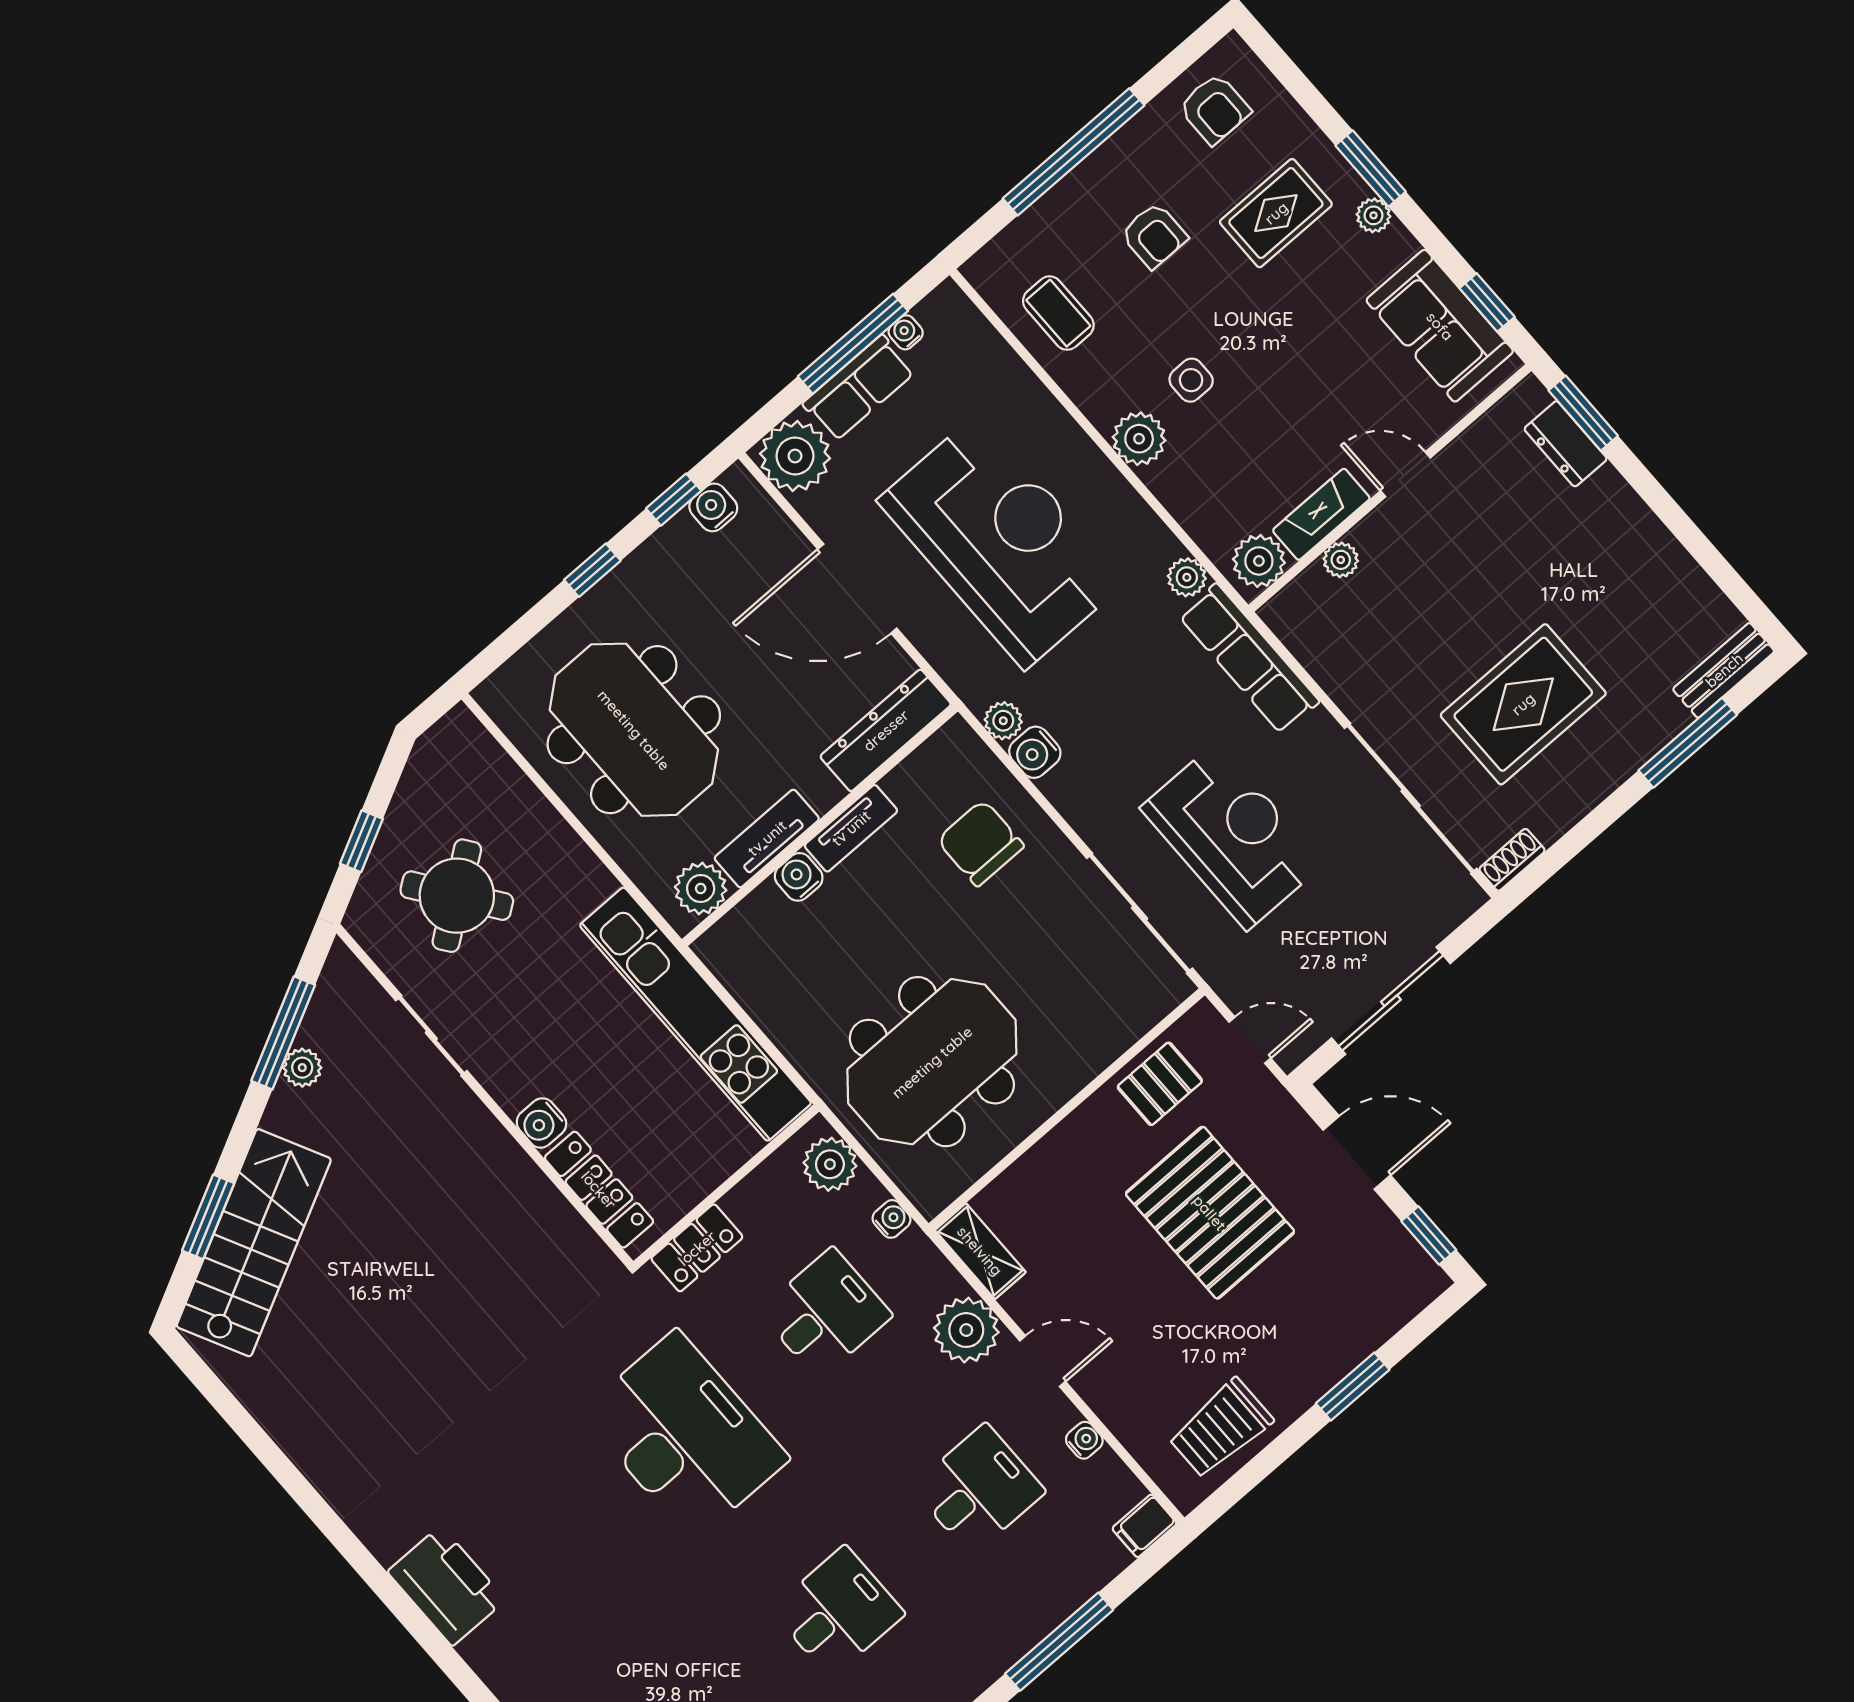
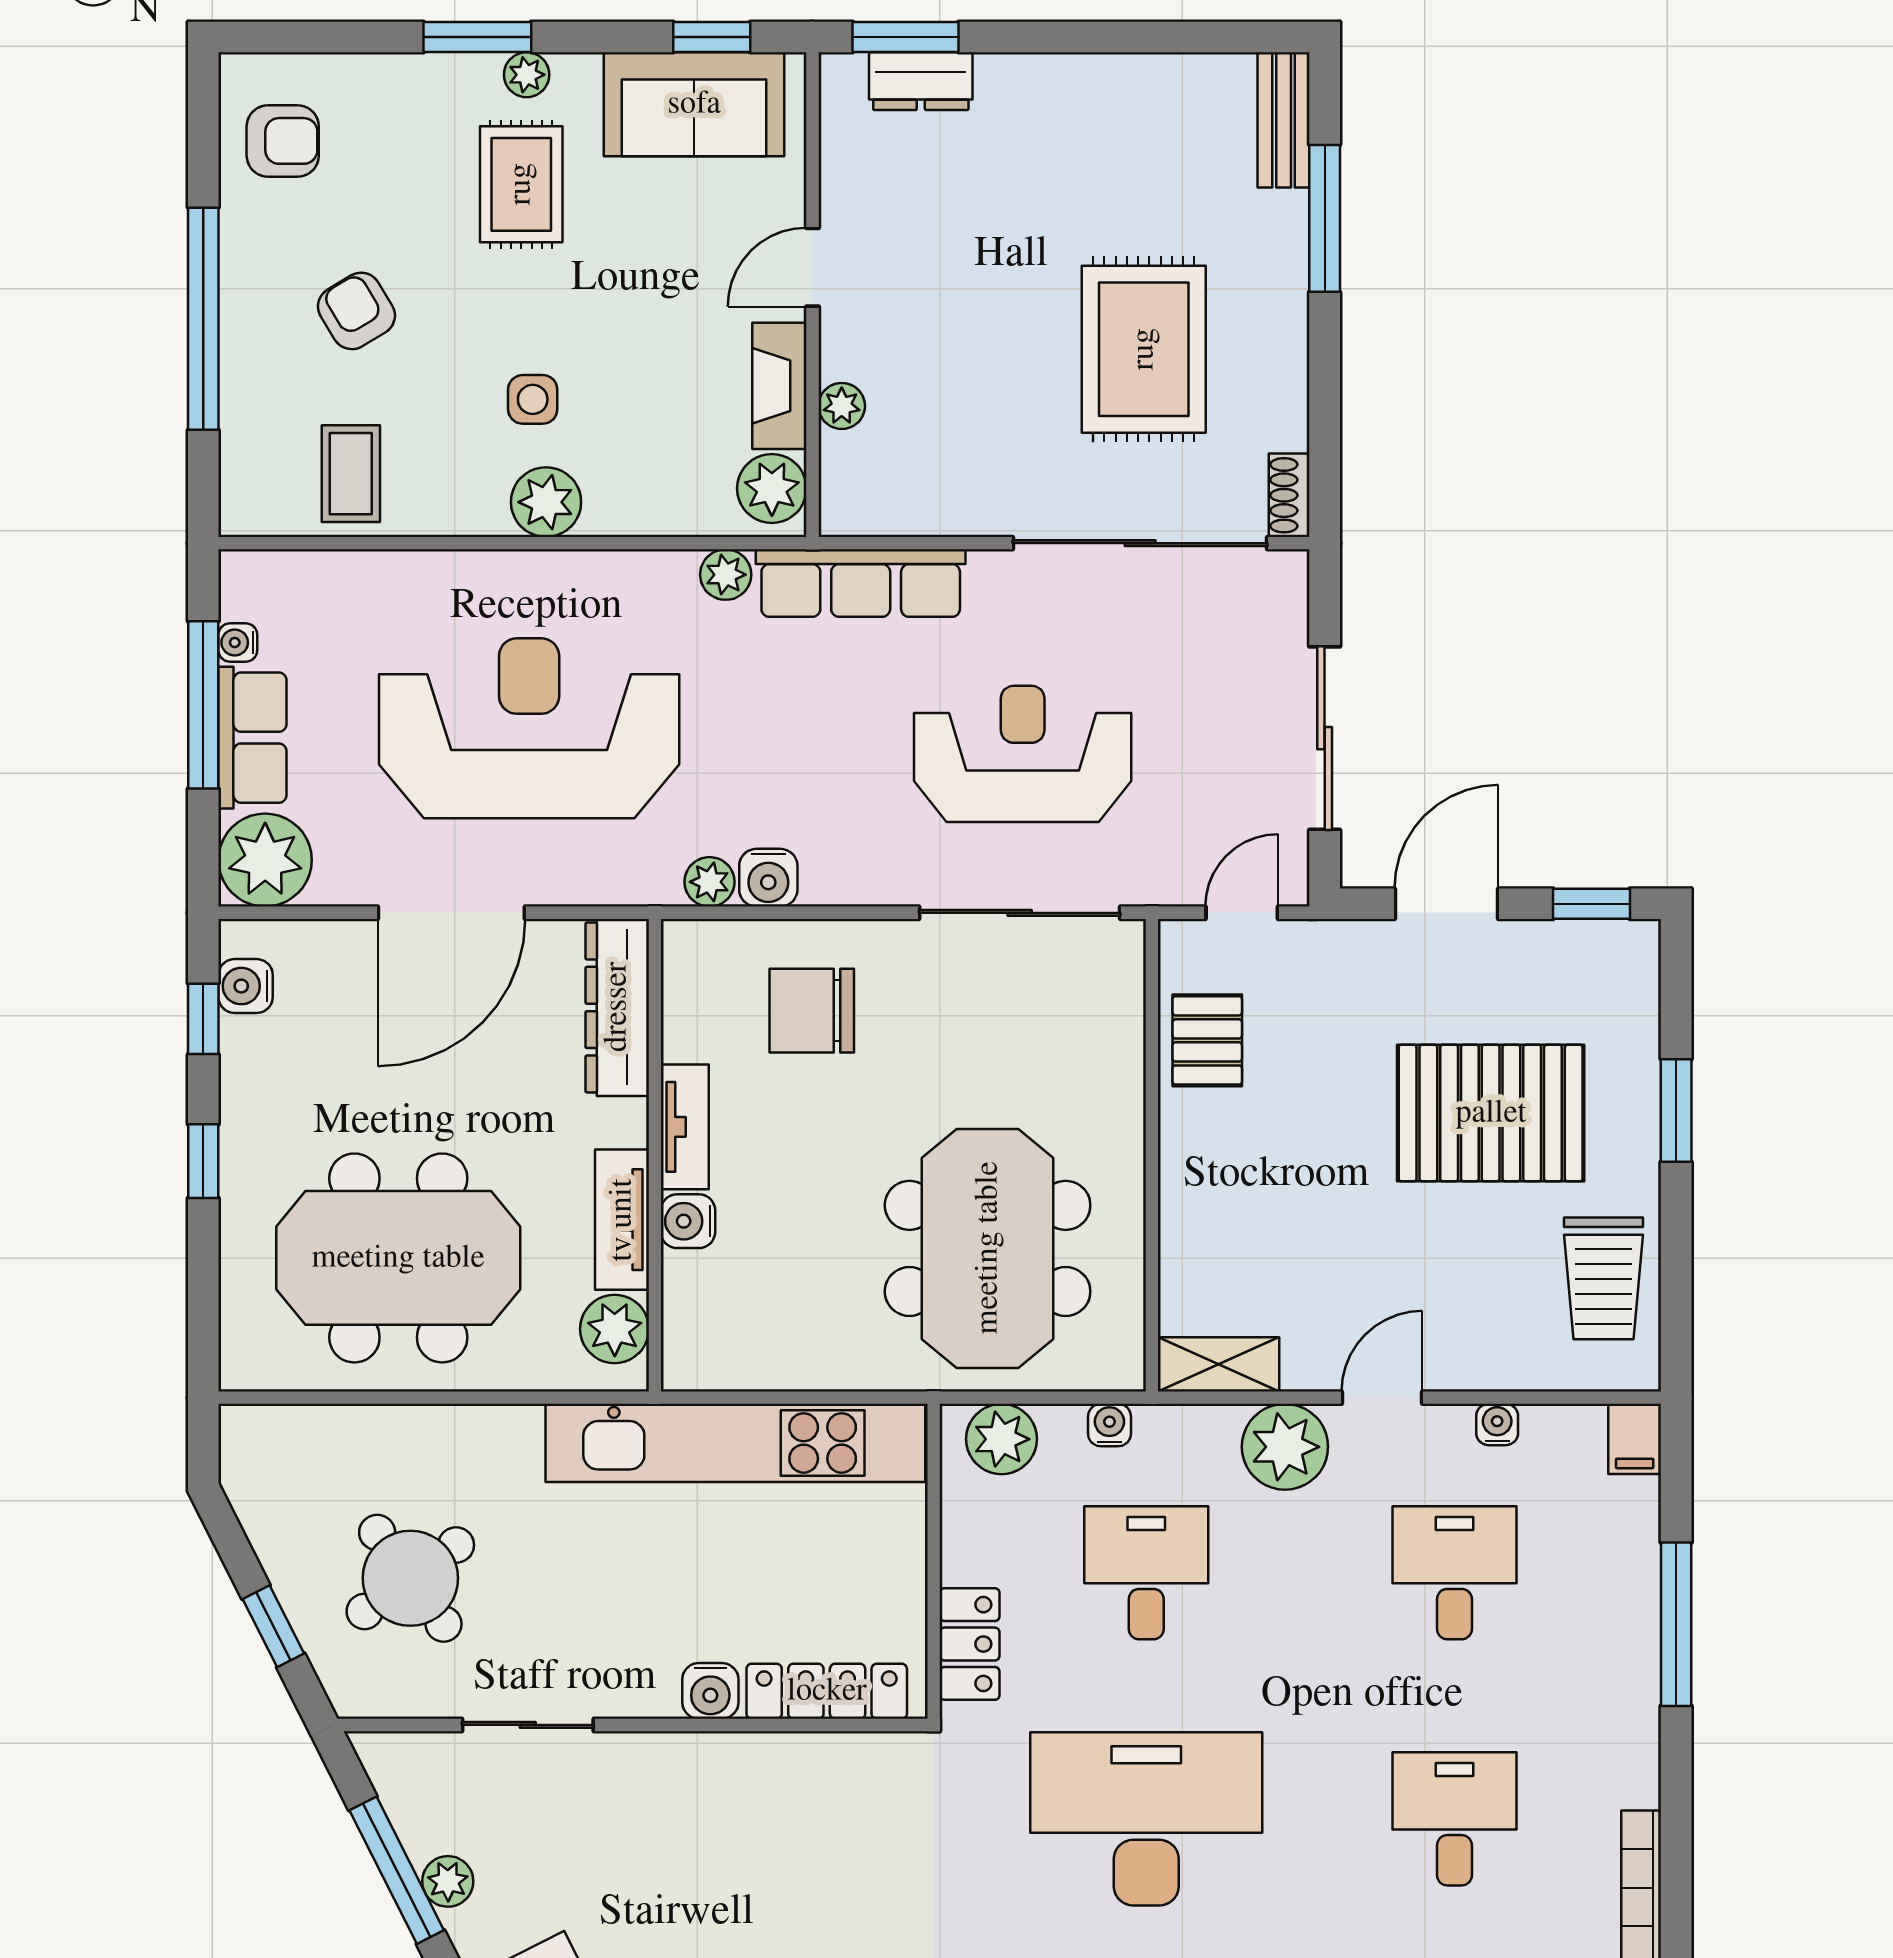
rug: (1276, 213) -> (521, 184), moved
armchair: (1154, 236) -> (356, 311), turned -121
coffee table: (1058, 313) -> (351, 474), turned 90
pallet: (1210, 1213) -> (1491, 1113), moved

